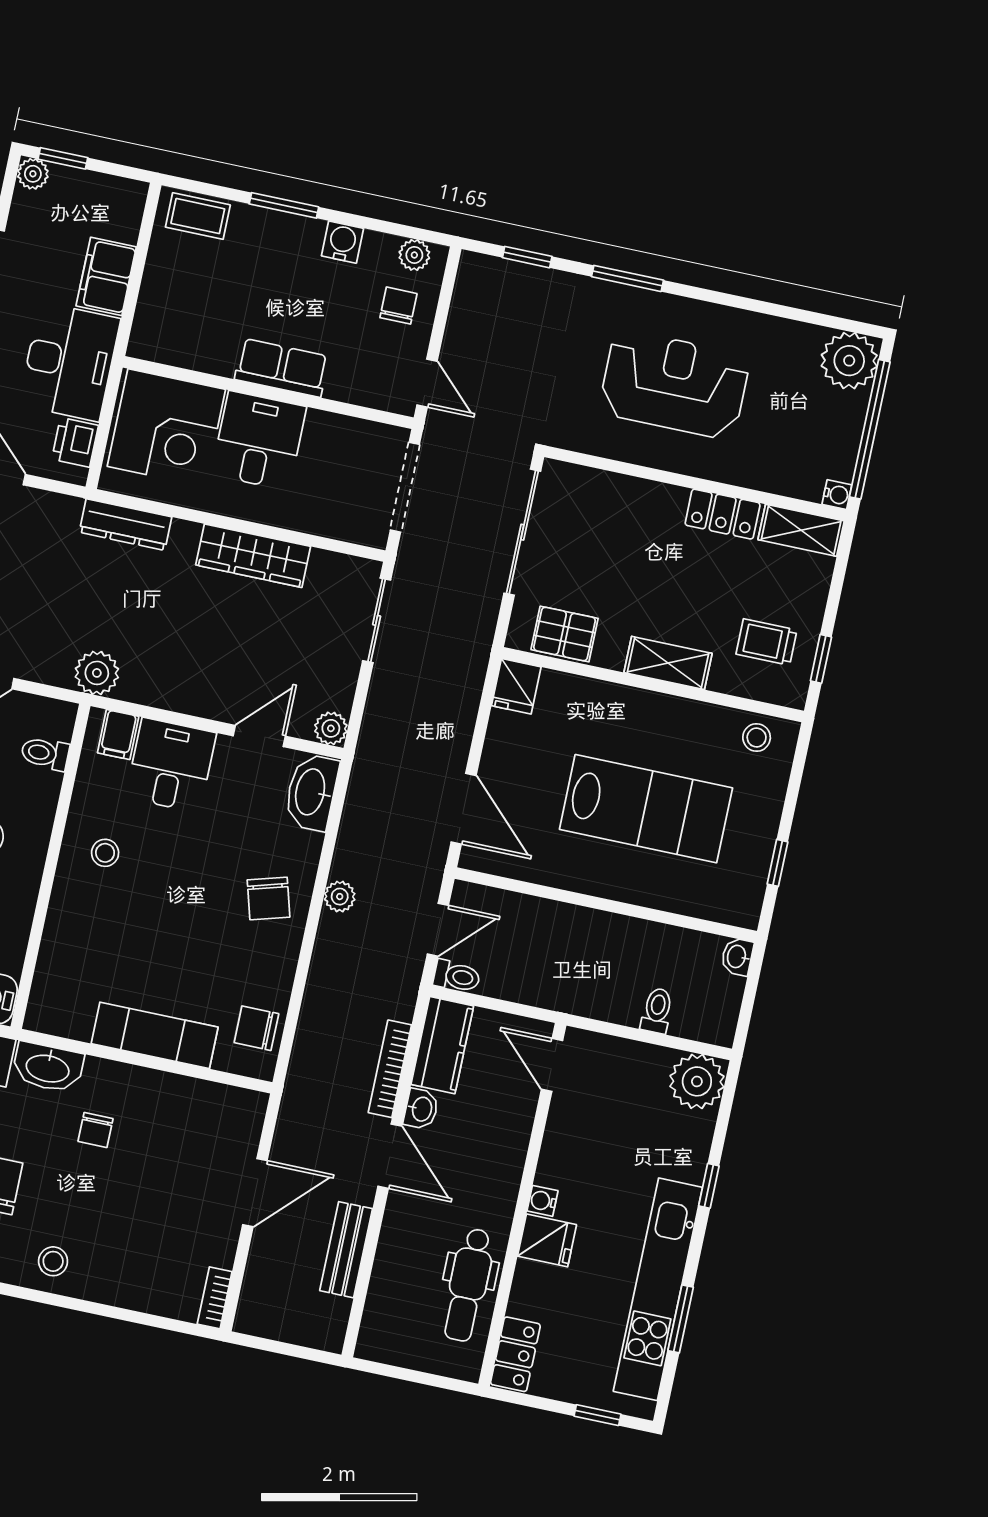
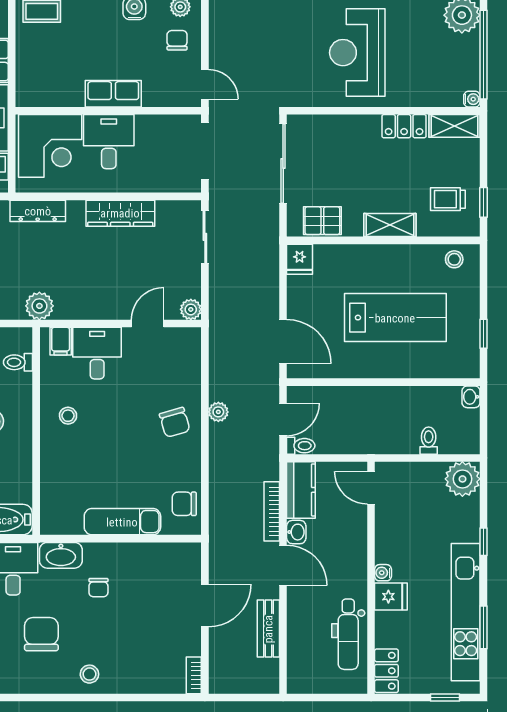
reception desk: (674, 384) -> (357, 53), turned -90
washbasin: (311, 792) -> (187, 351), removed

